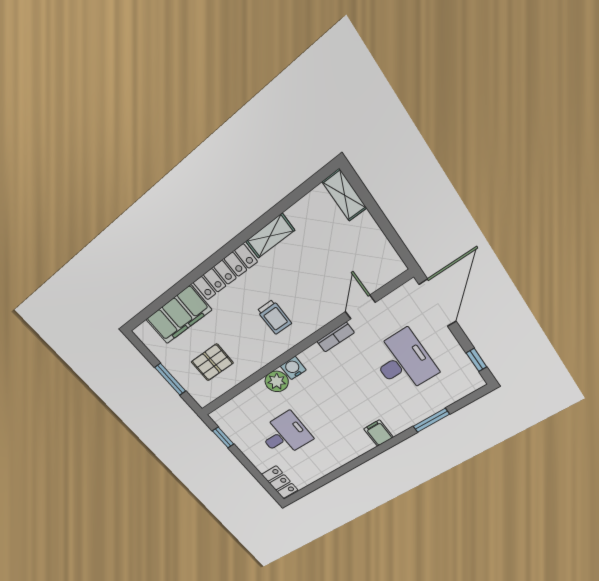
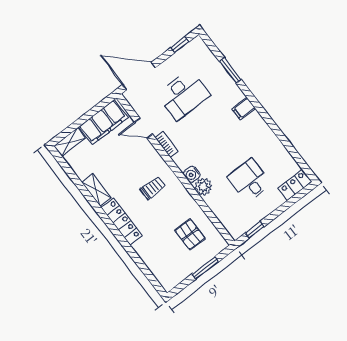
filing cabinet: (179, 315) -> (103, 122), moved, turned 90
desk: (404, 362) -> (184, 95), turned 180

